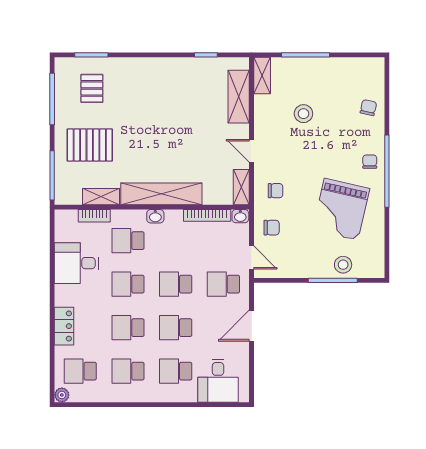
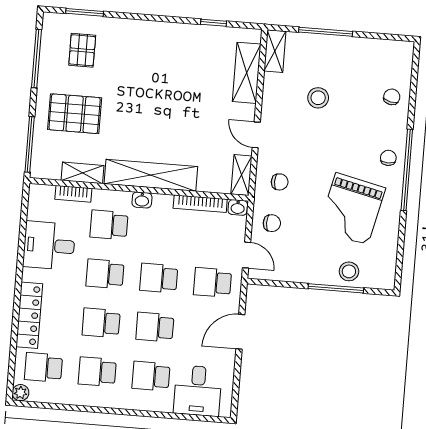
locker: (64, 326) -> (29, 315), width x1.53

